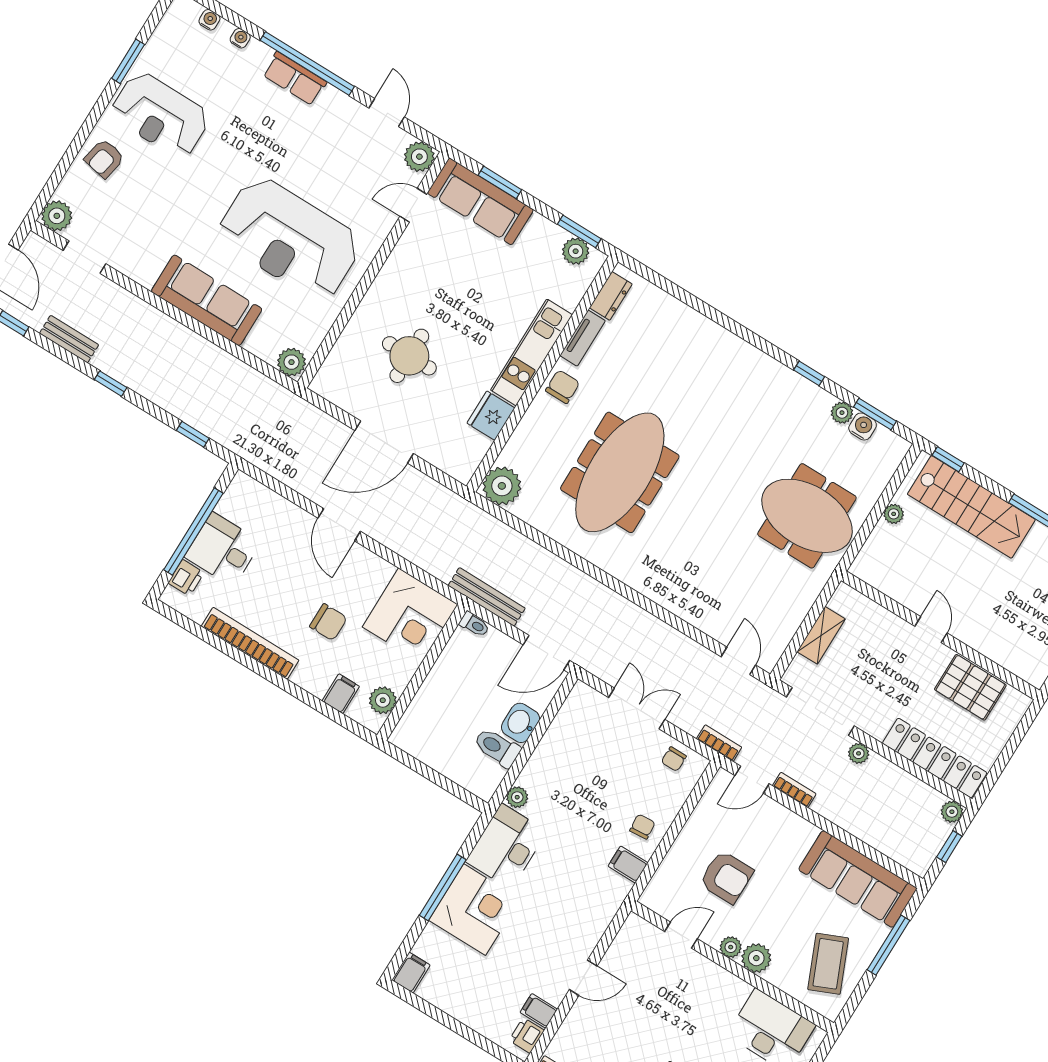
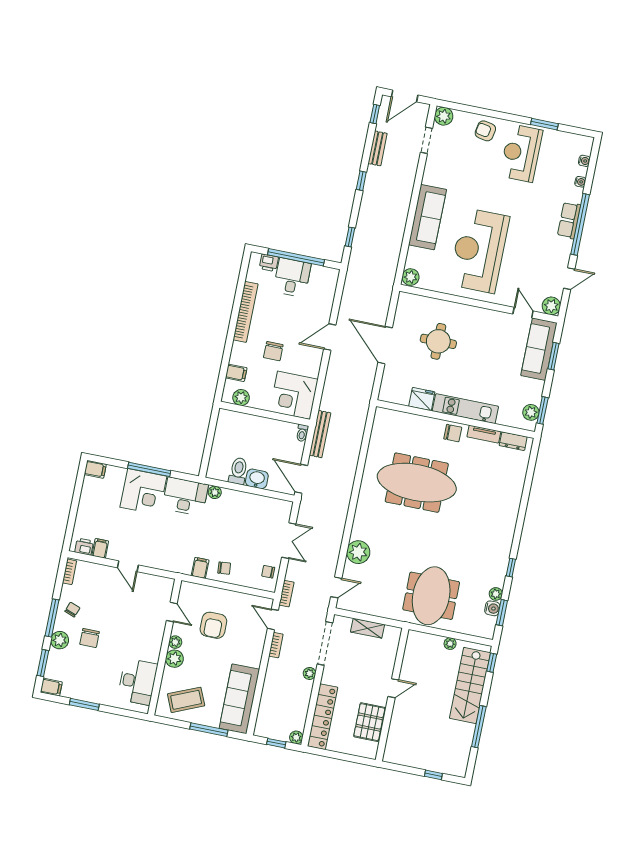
plant: (502, 486) -> (358, 552), moved

